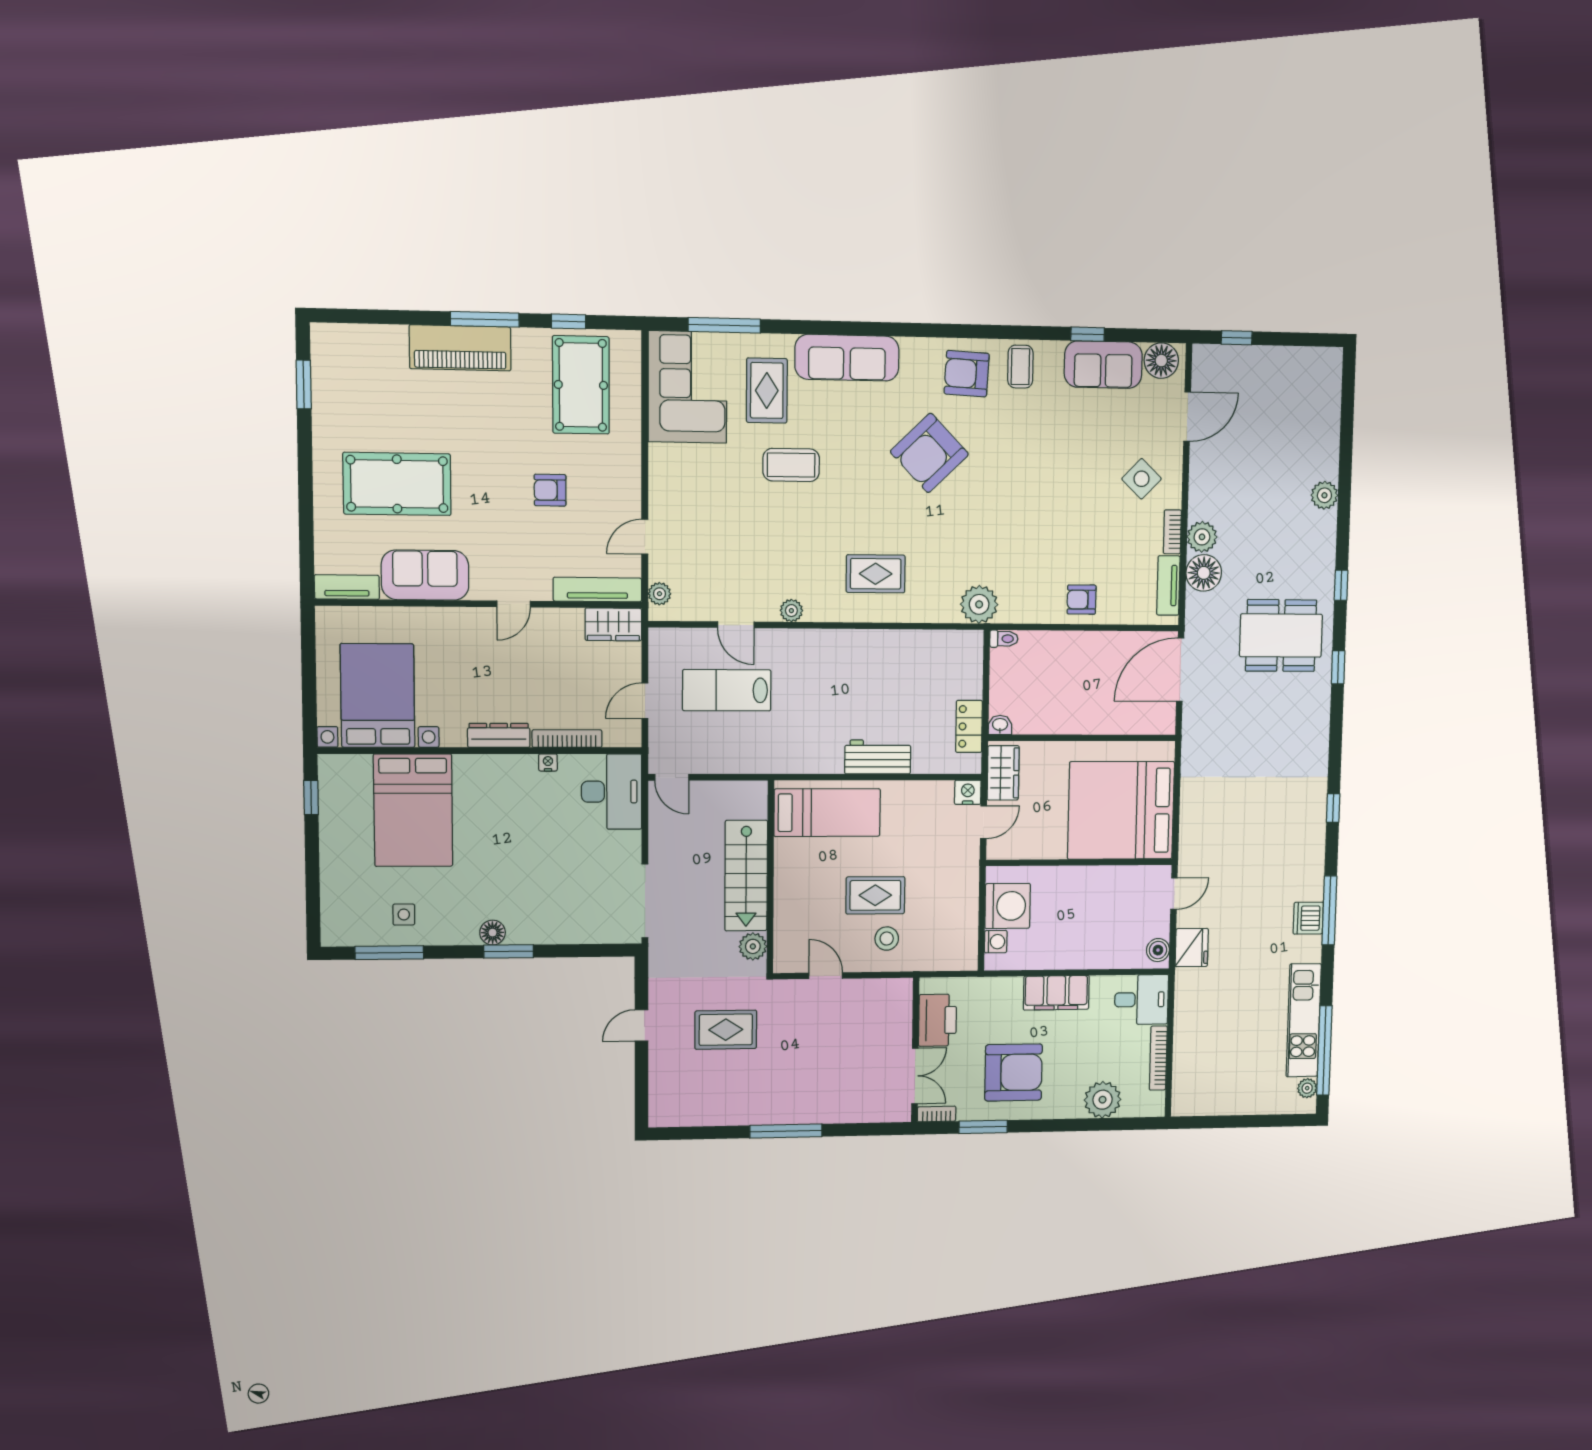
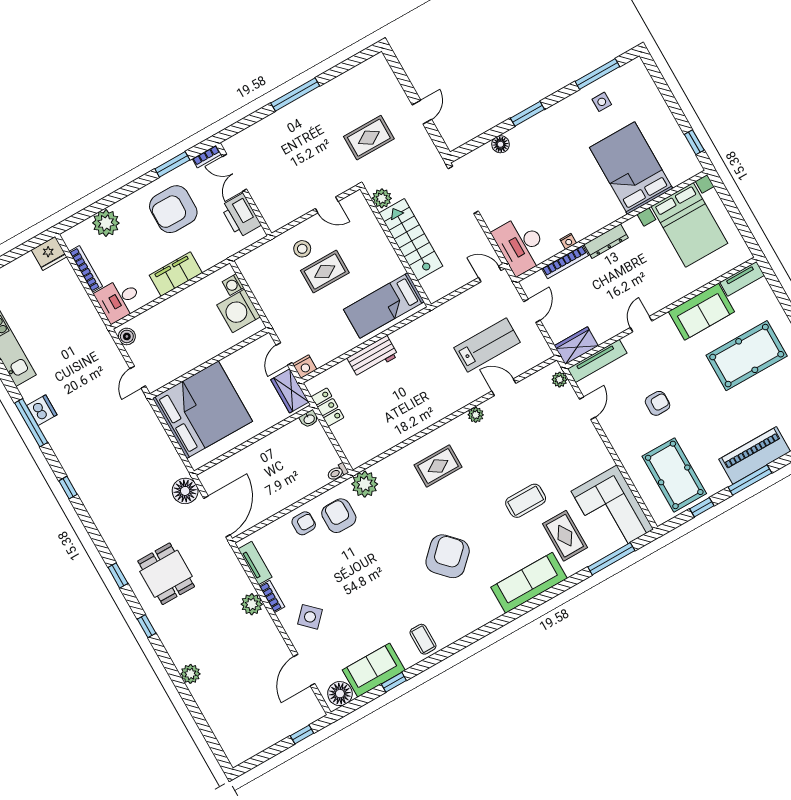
armchair: (967, 374) -> (339, 516), moved, turned -93
floor lamp: (1204, 573) -> (185, 491), moved
dining table: (1281, 636) -> (166, 574), width x0.73
floor lamp: (493, 933) -> (500, 144), moved
fridge: (1192, 948) -> (49, 253), moved, turned -90

